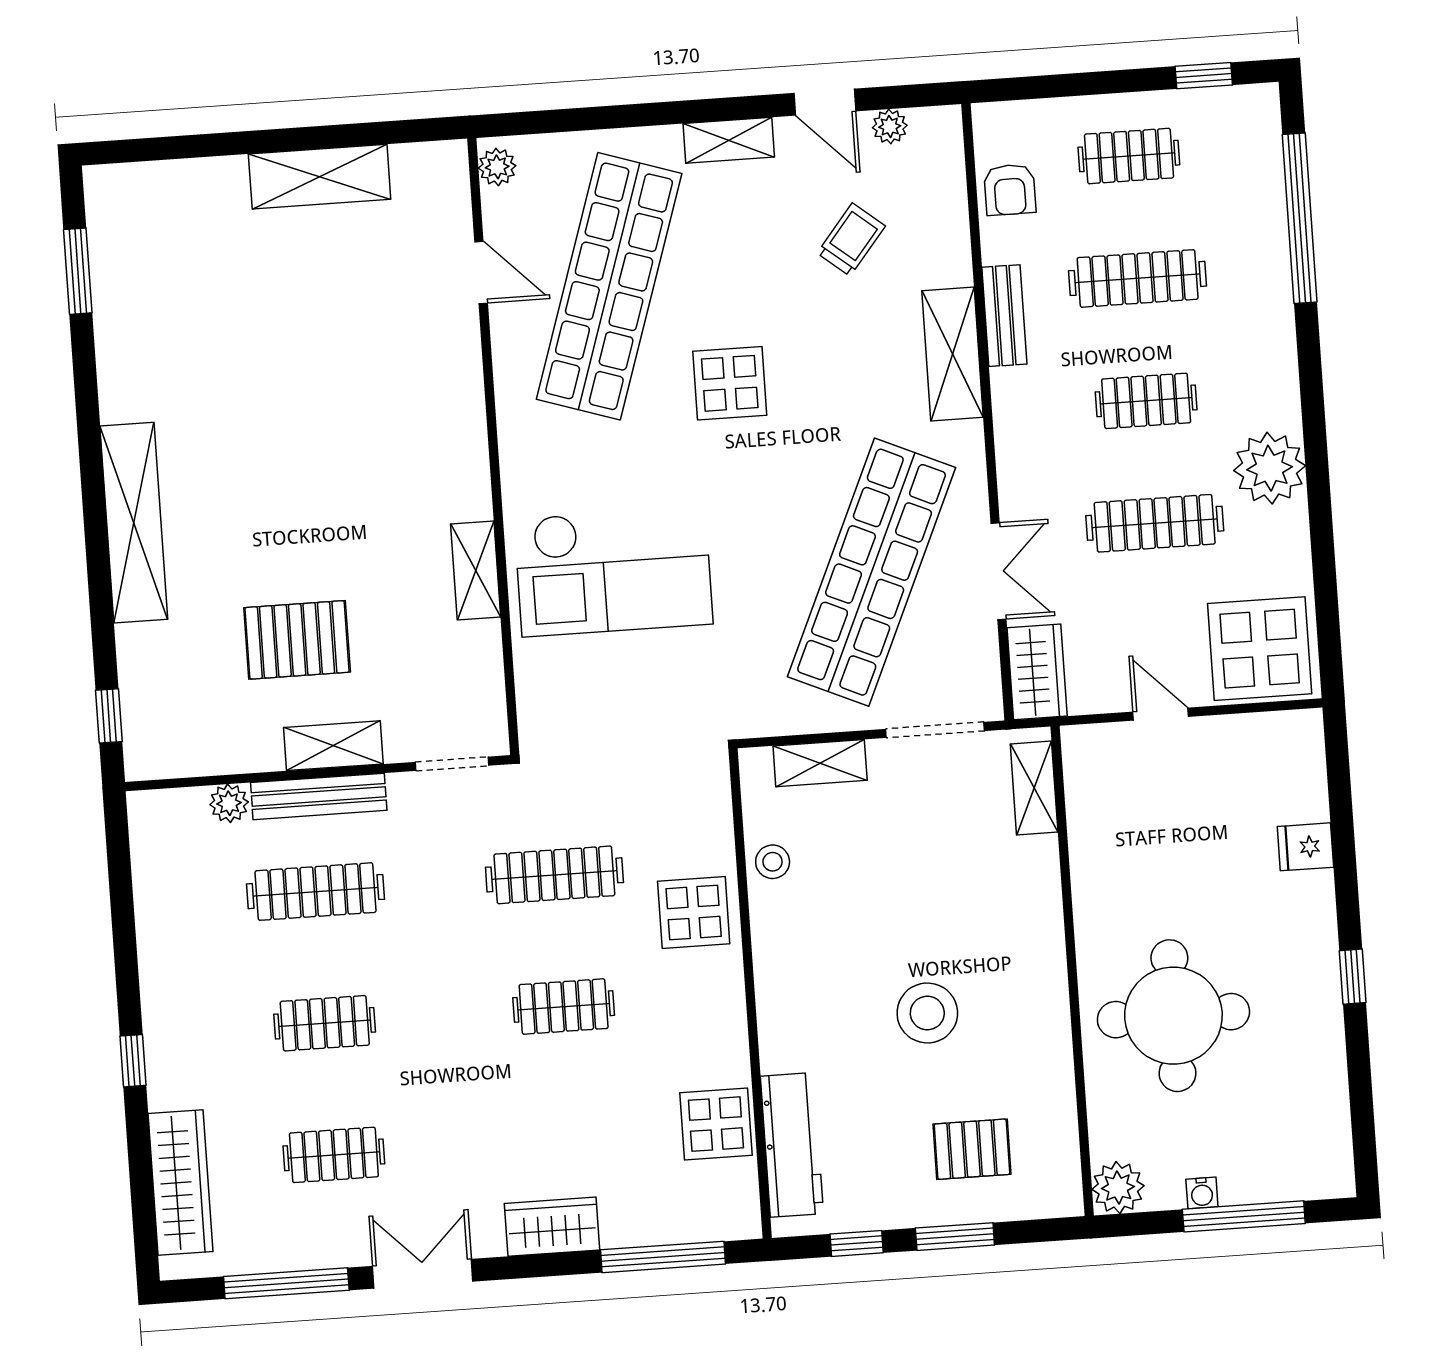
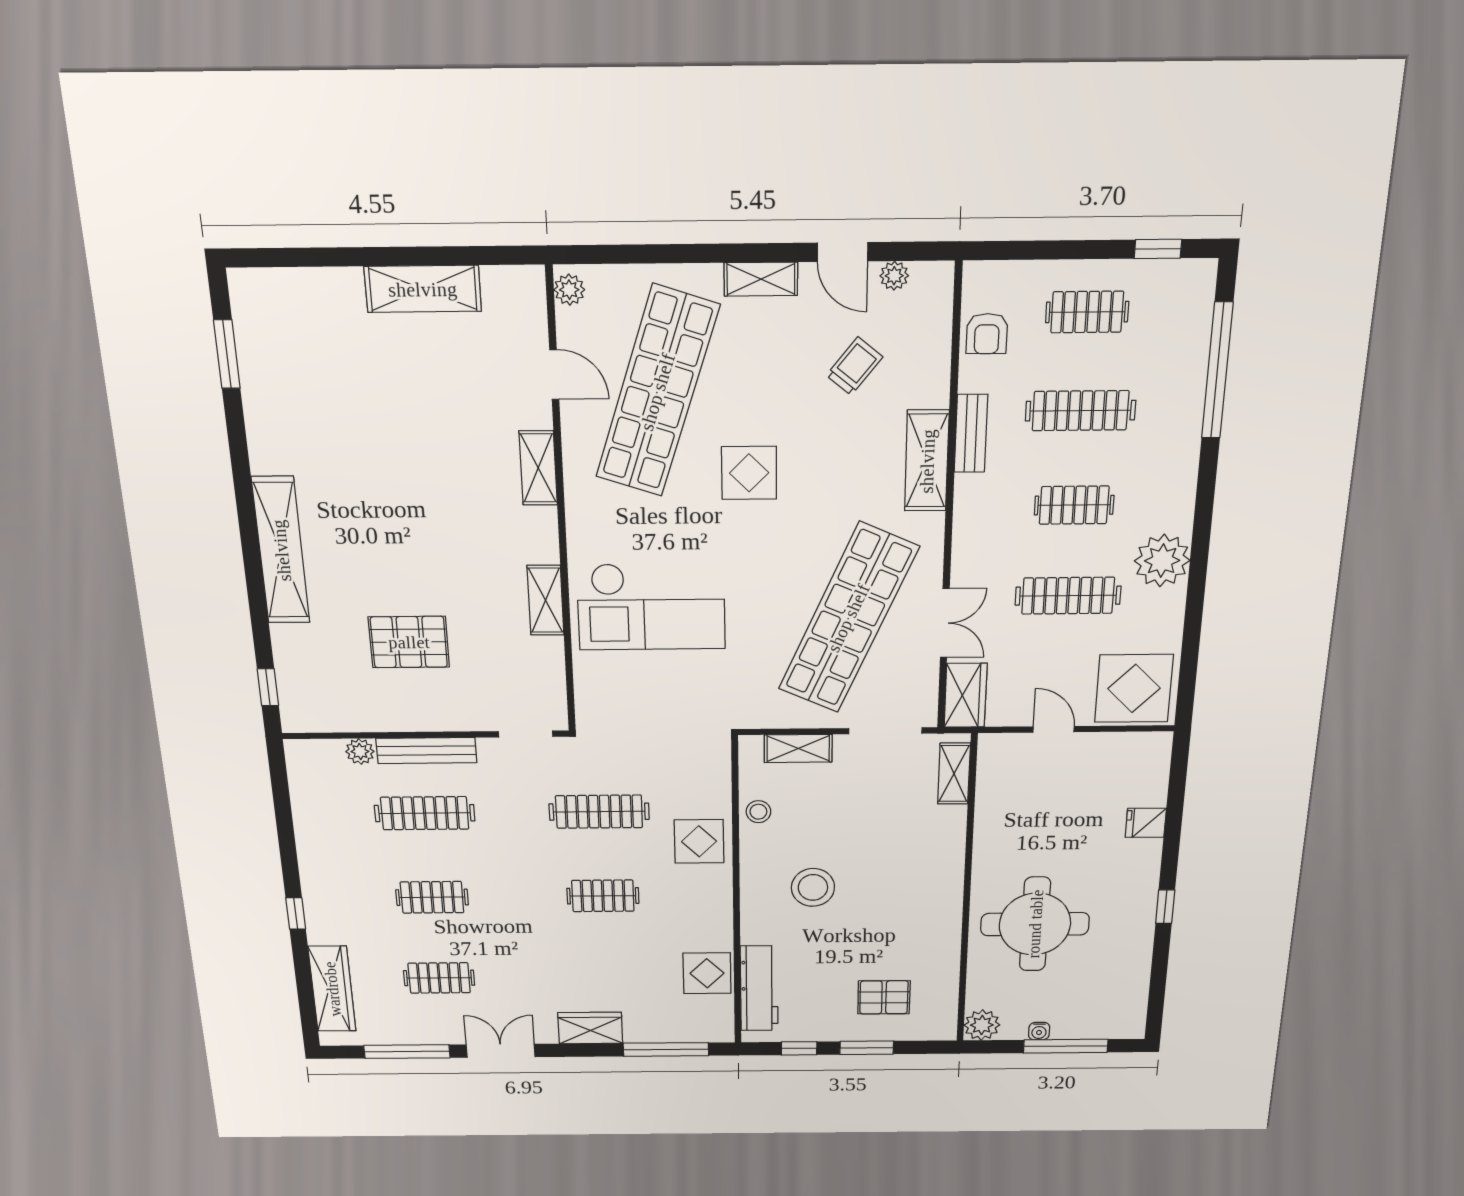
shelving: (333, 746) -> (538, 468), moved, turned 90
stool: (927, 1013) -> (813, 887), moved

